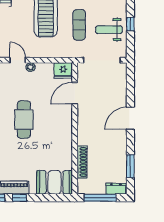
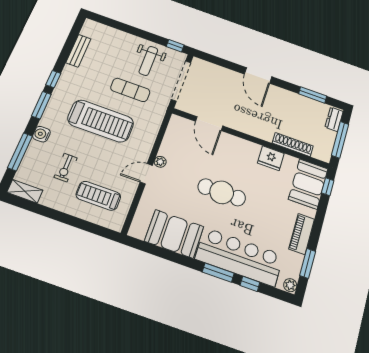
window: (130, 24) -> (175, 46), moved
fridge: (63, 70) -> (271, 158), moved, turned 90
window: (20, 198) -> (328, 187), moved

